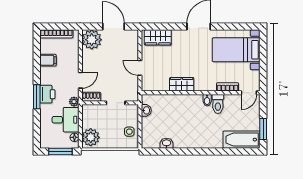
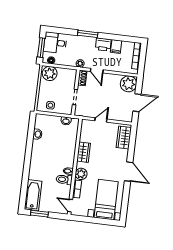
plant: (209, 84) -> (81, 174), added
printer: (47, 94) -> (103, 44), moved
desk: (65, 120) -> (55, 43), moved, turned 90

